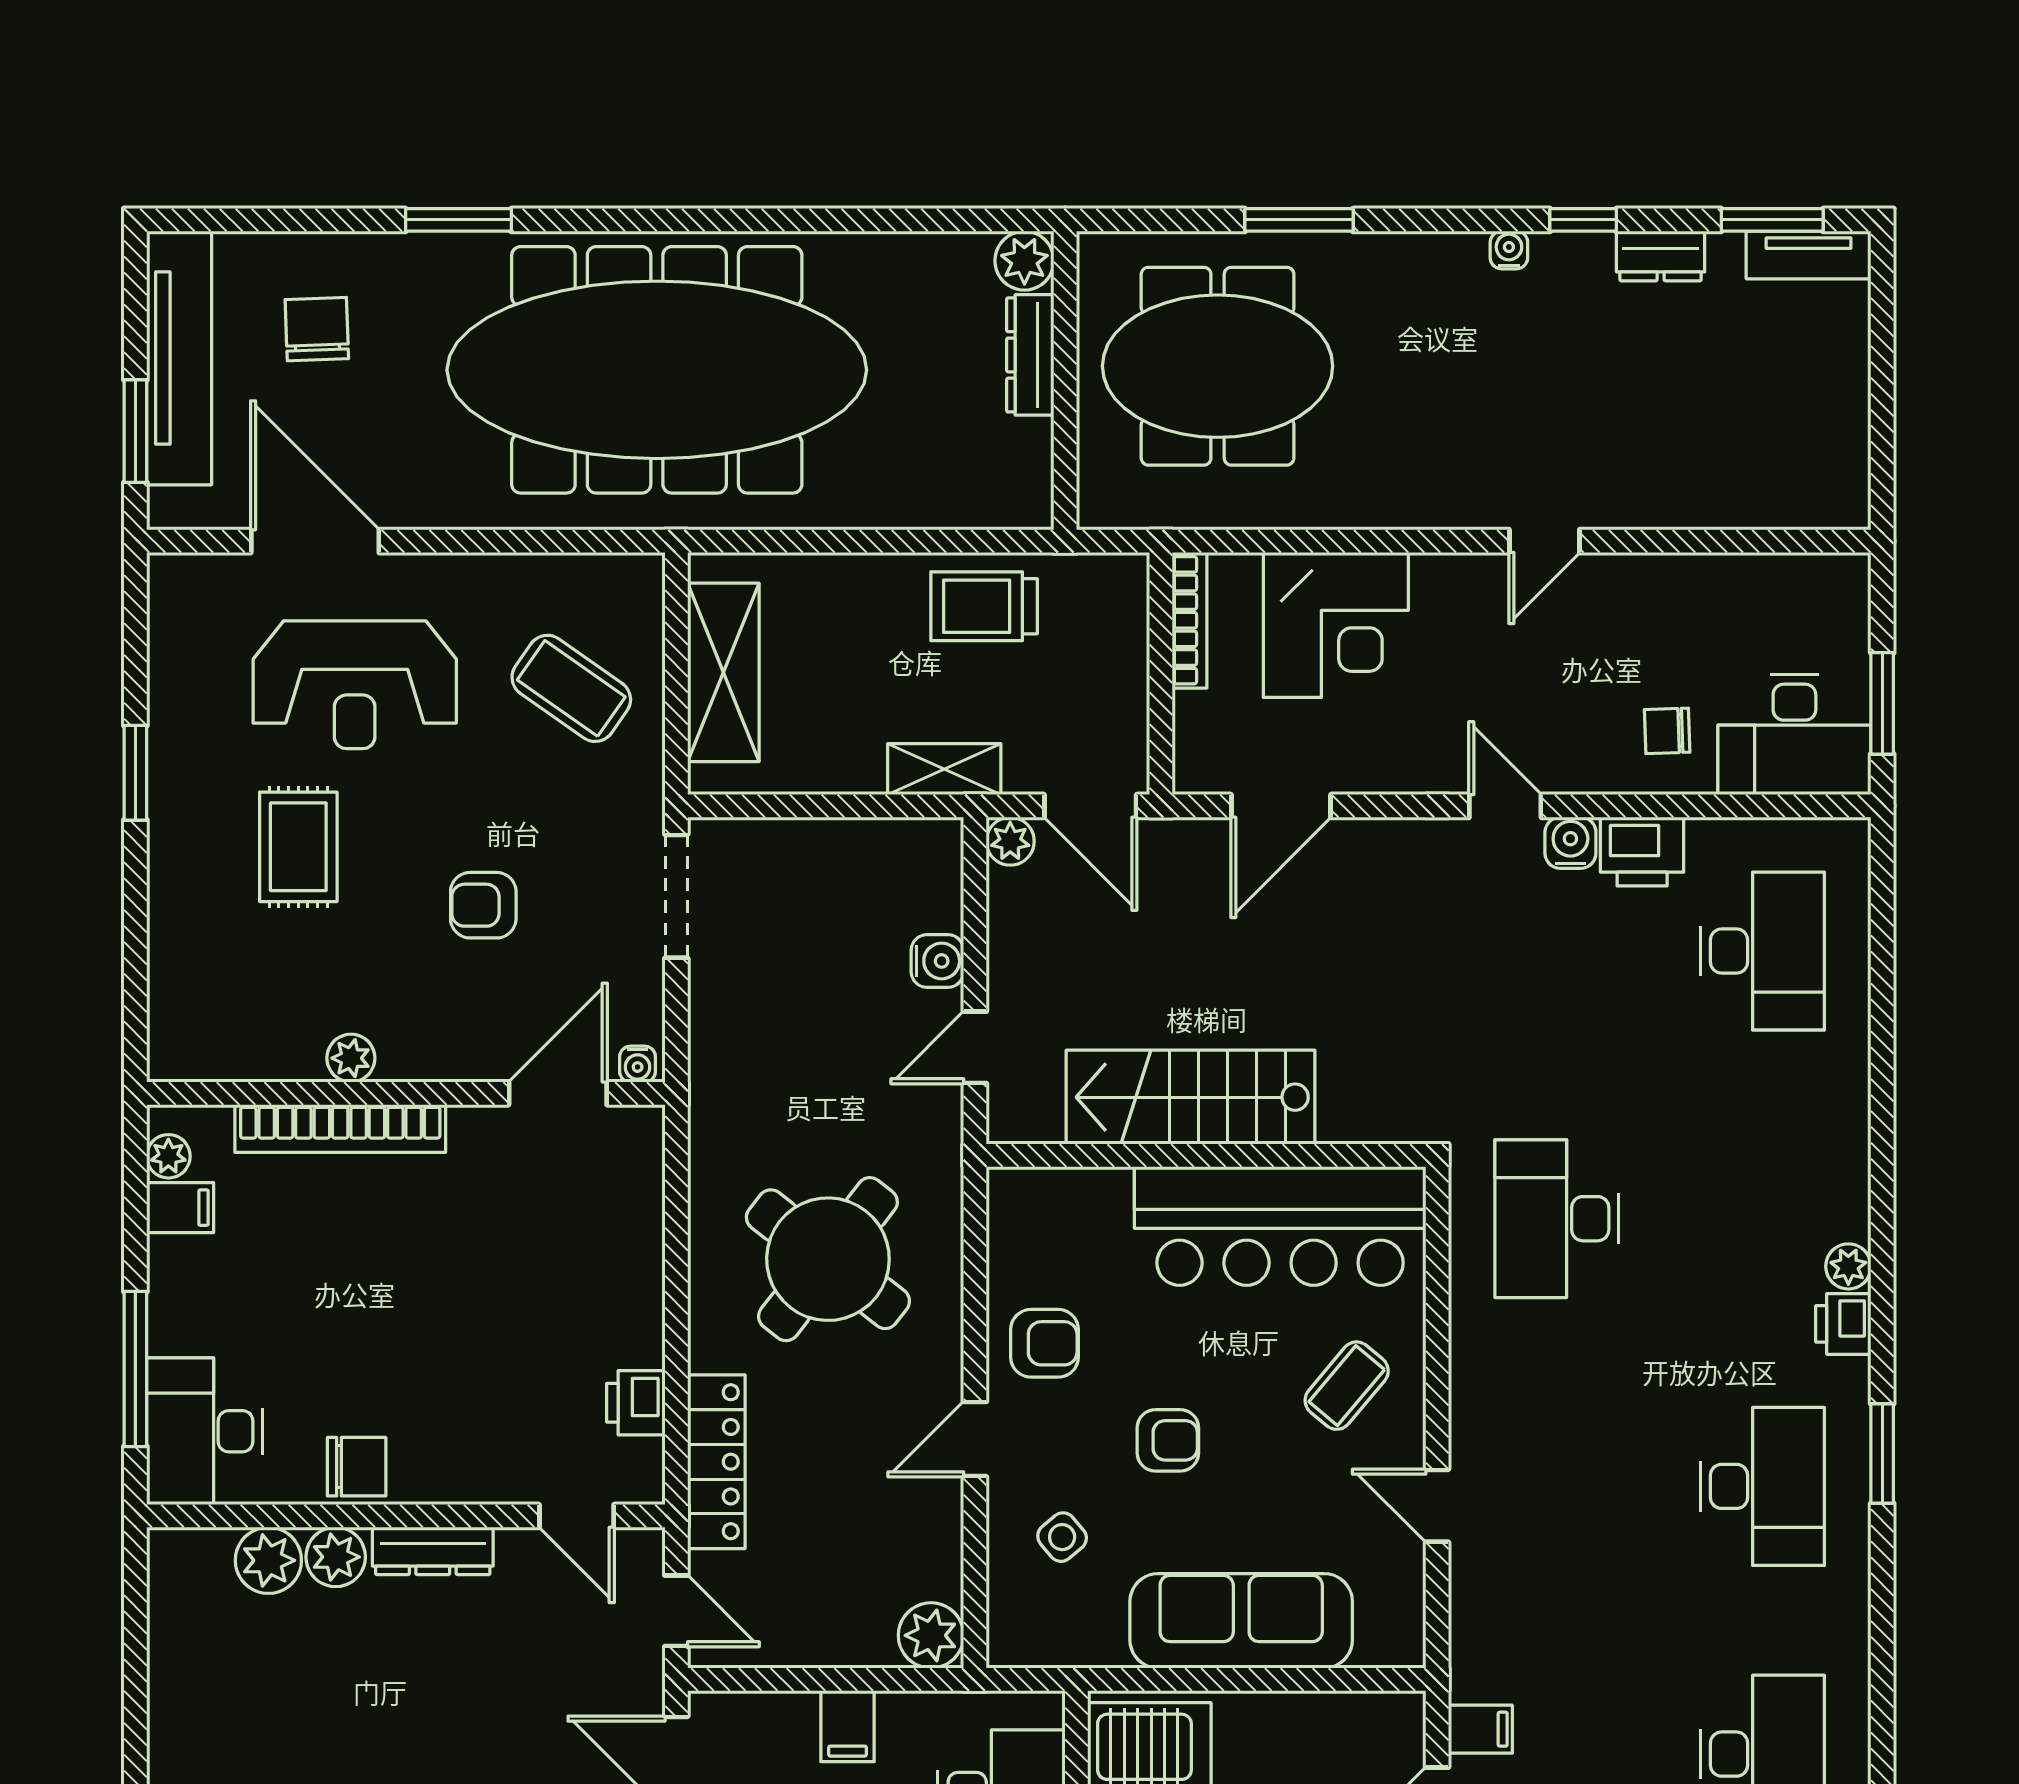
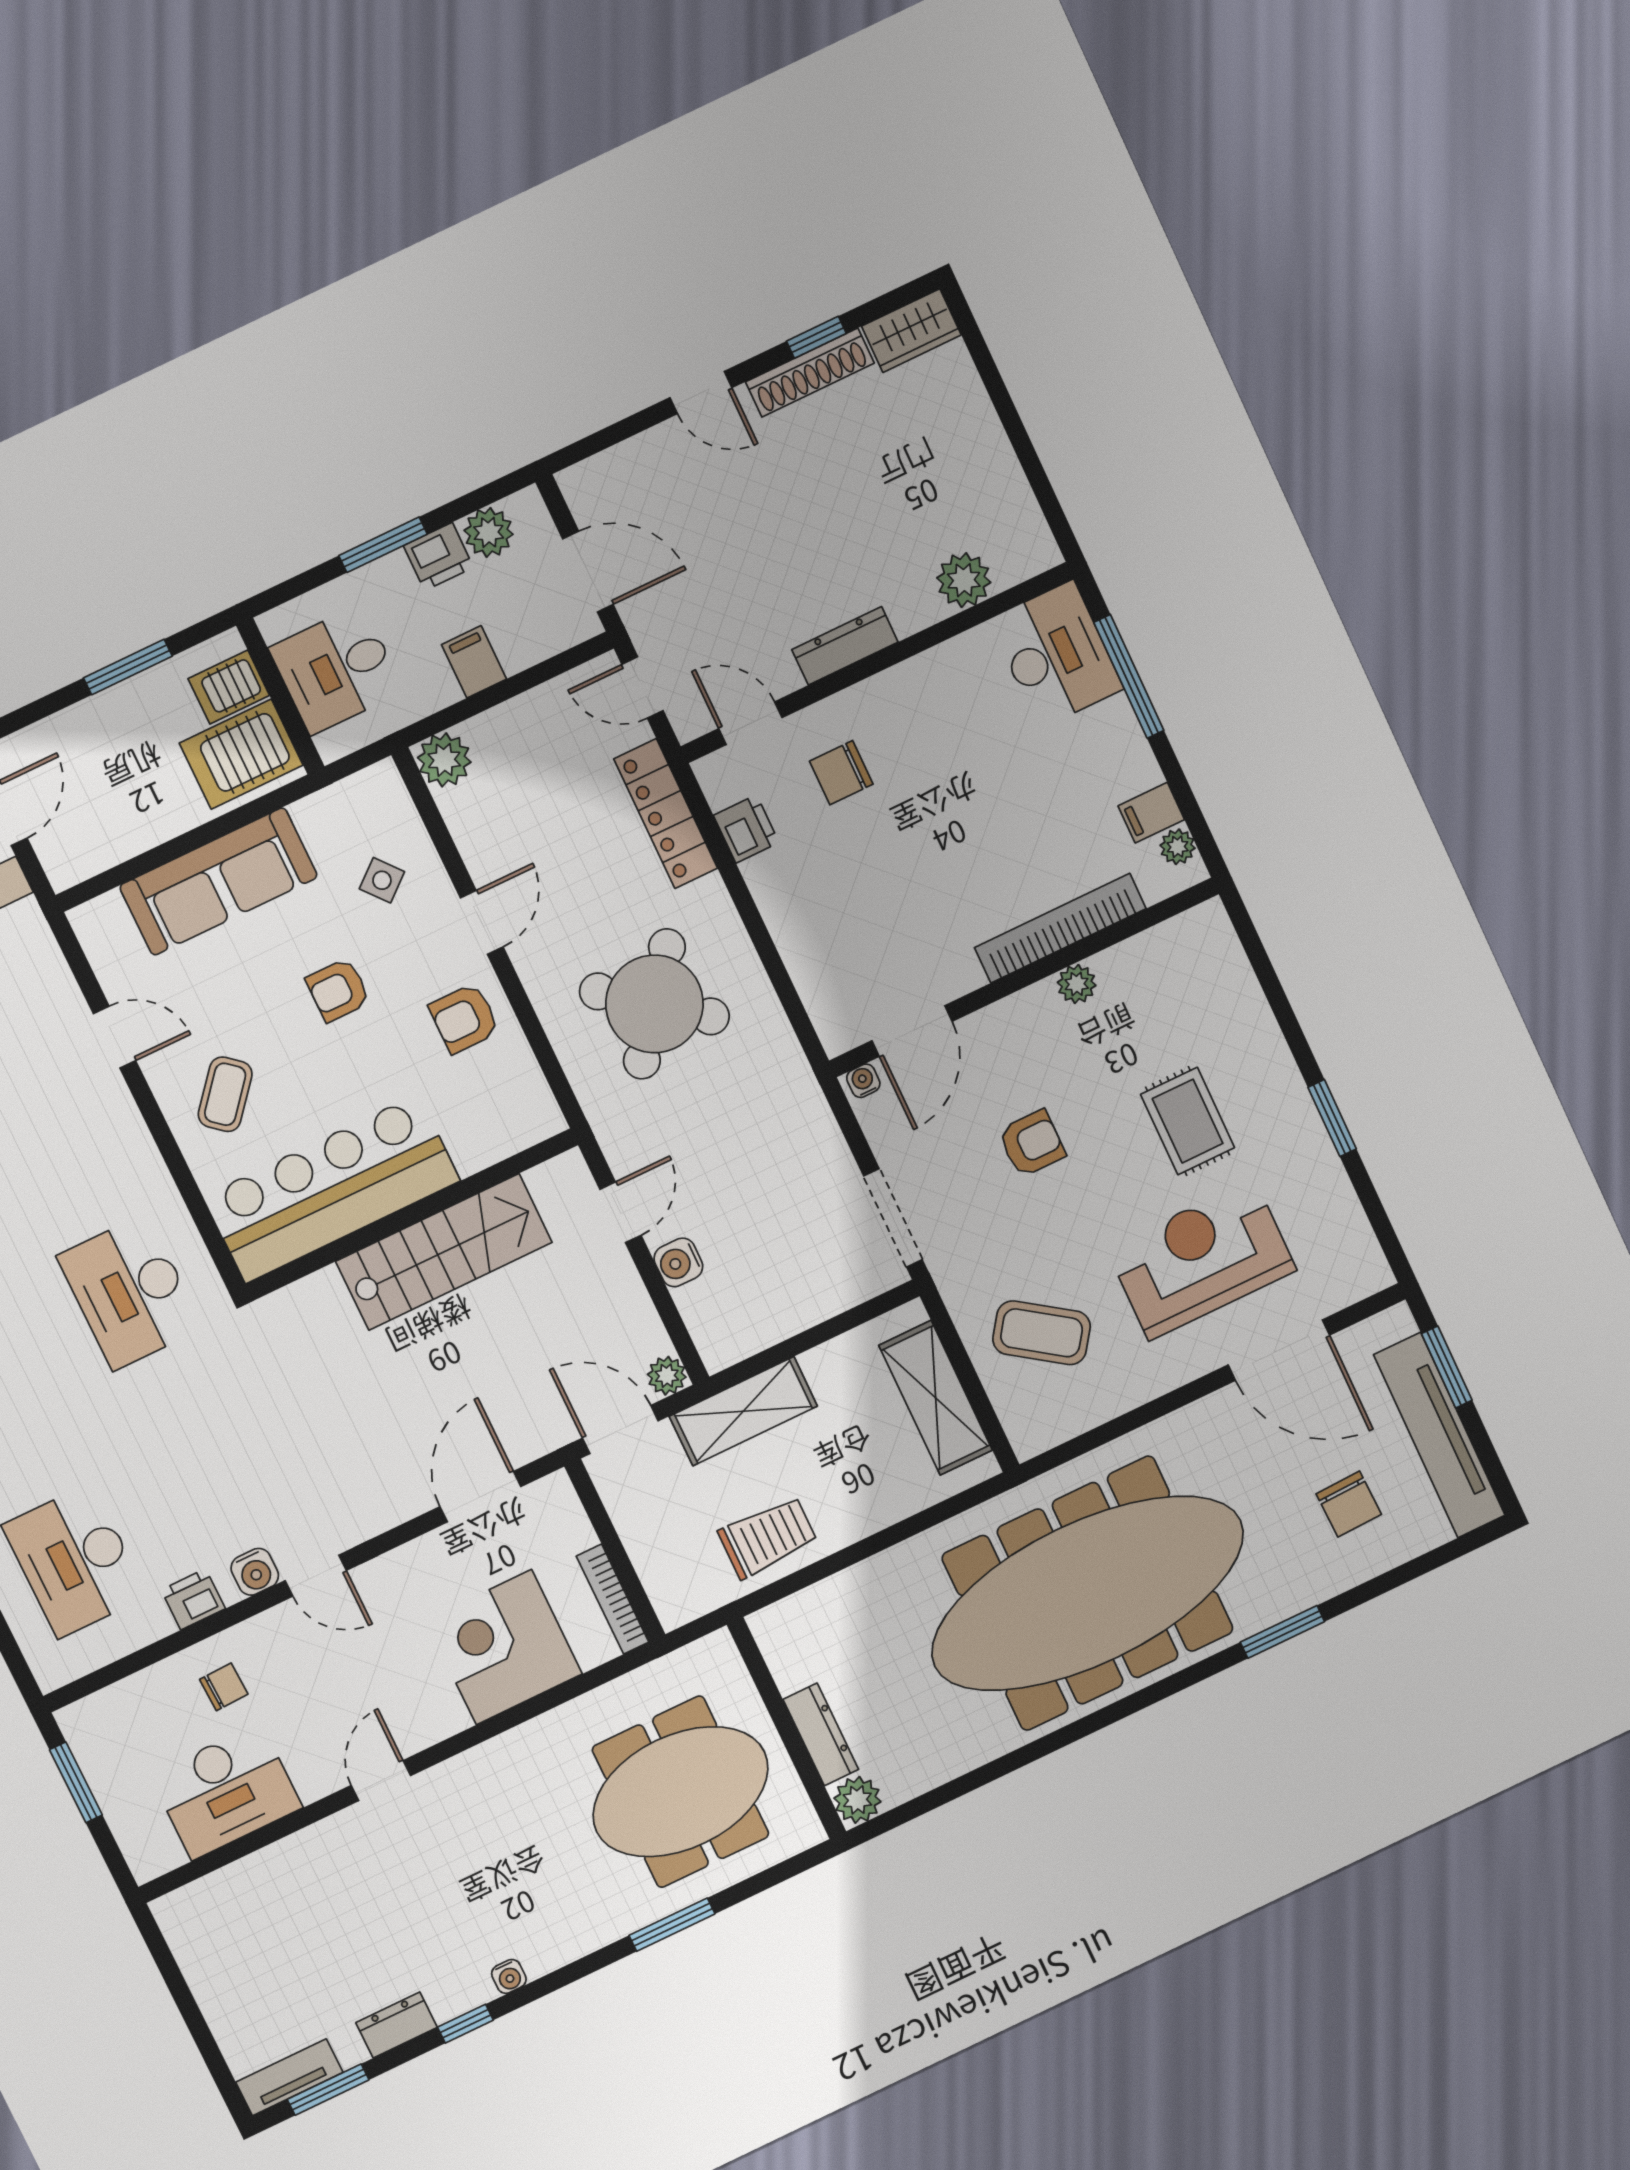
desk: (1794, 735) -> (226, 1791), moved, turned 180
shelving: (944, 769) -> (743, 1411), width x1.50, depth x1.33
printer: (1642, 852) -> (193, 1599), width x0.73, depth x0.81
desk: (1557, 1219) -> (130, 1292), turned 180
chair: (357, 1467) -> (841, 773), moved
plant: (336, 1557) -> (915, 607), removed

